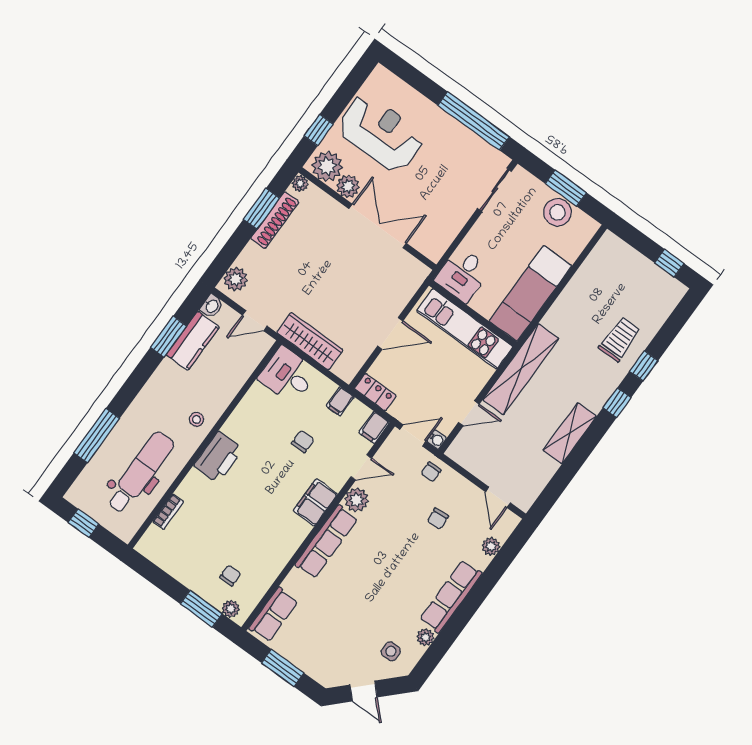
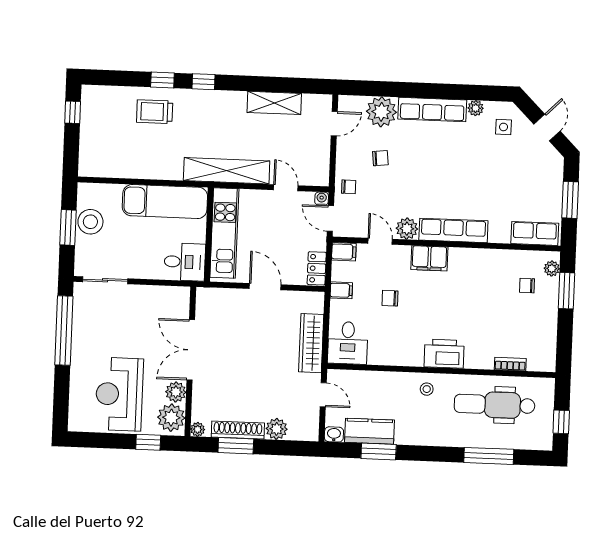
plant: (236, 279) -> (277, 429), moved
shelving: (570, 433) -> (274, 103), moved
plant: (491, 546) -> (381, 112), width x1.88, depth x1.88

